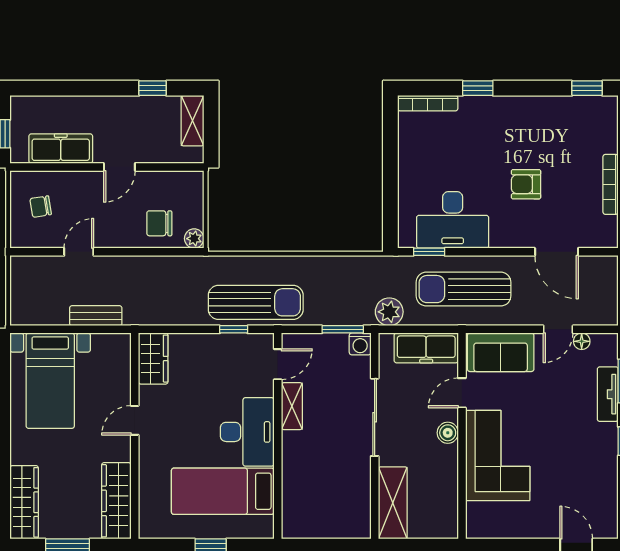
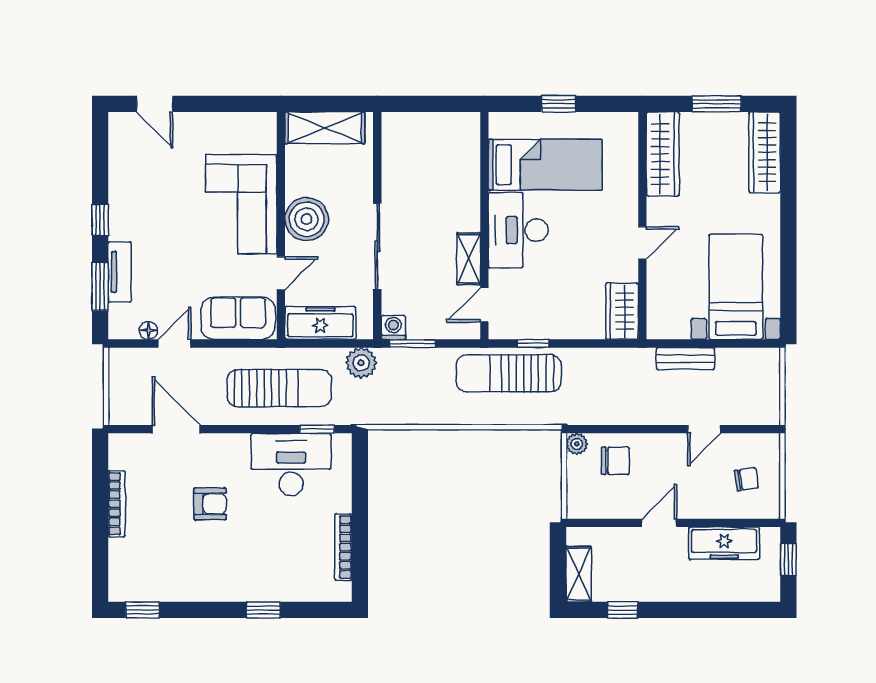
bookcase: (428, 103) -> (343, 547), moved, turned -90
boiler: (448, 433) -> (307, 219), width x1.86, depth x1.86
shelving: (393, 503) -> (325, 128), moved, turned 90

